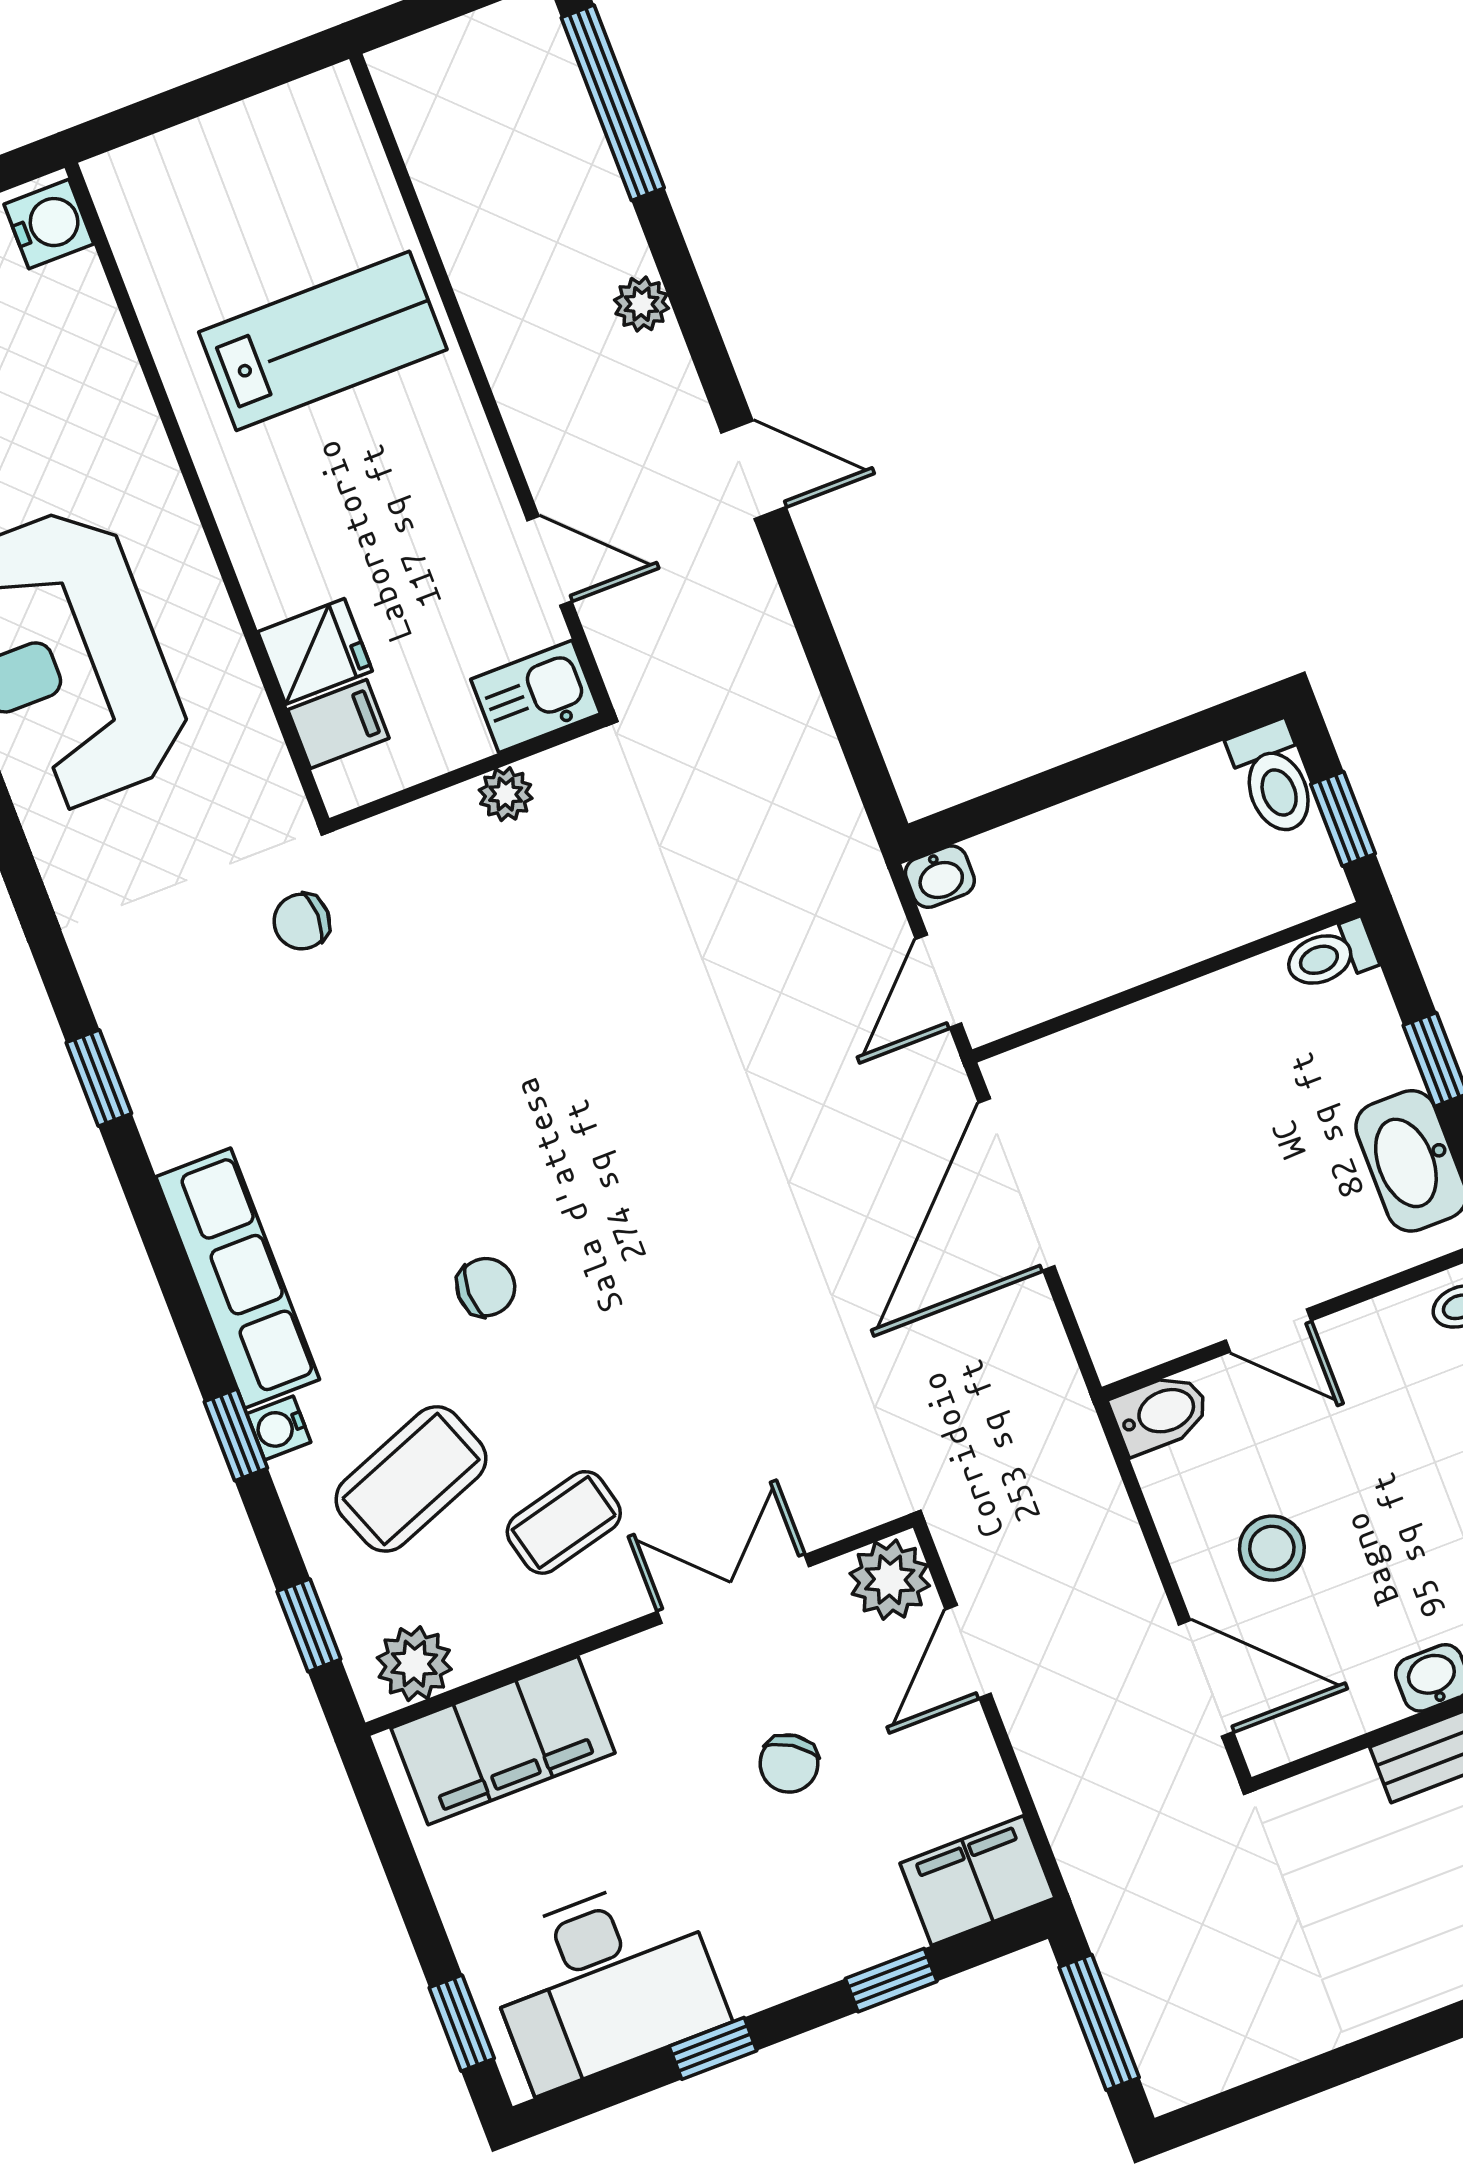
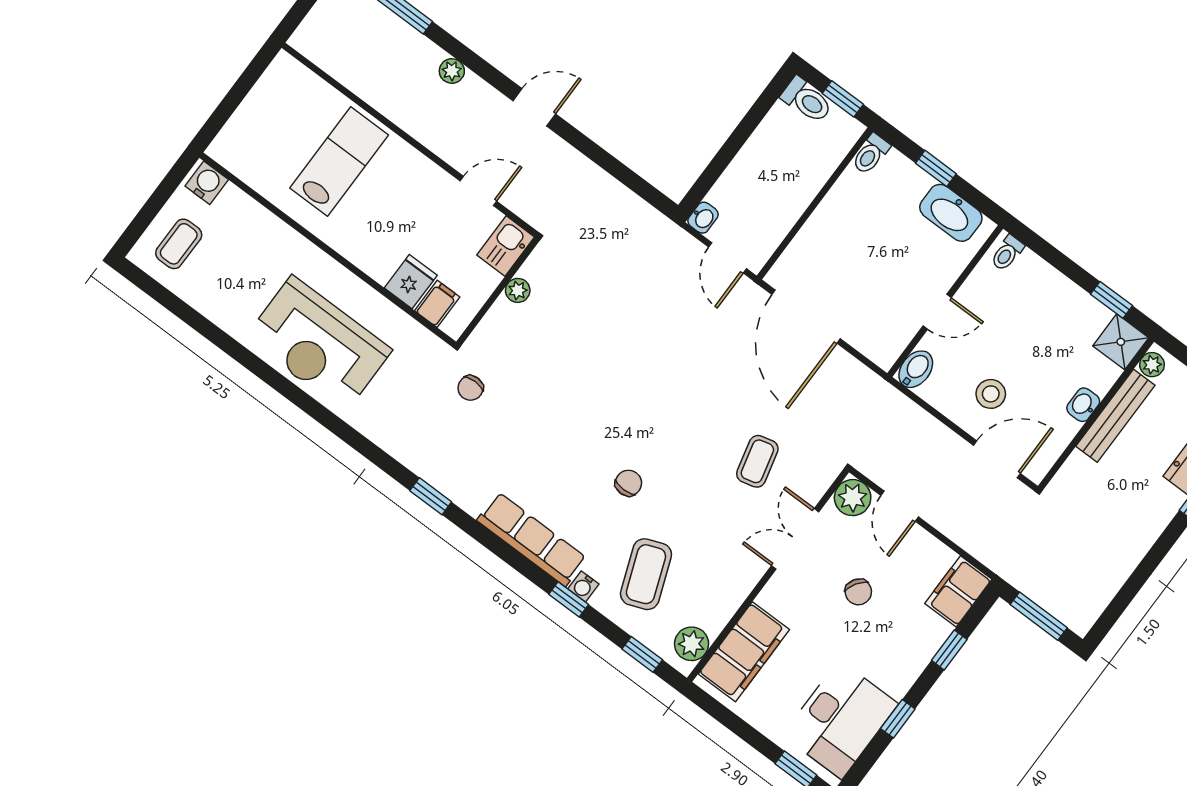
coffee table: (564, 1522) -> (757, 461), moved

